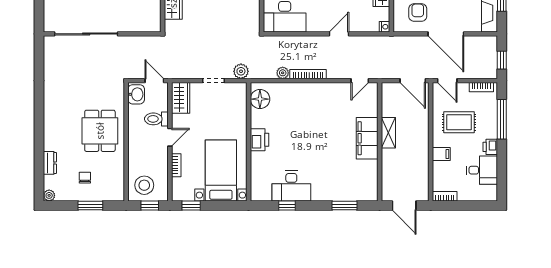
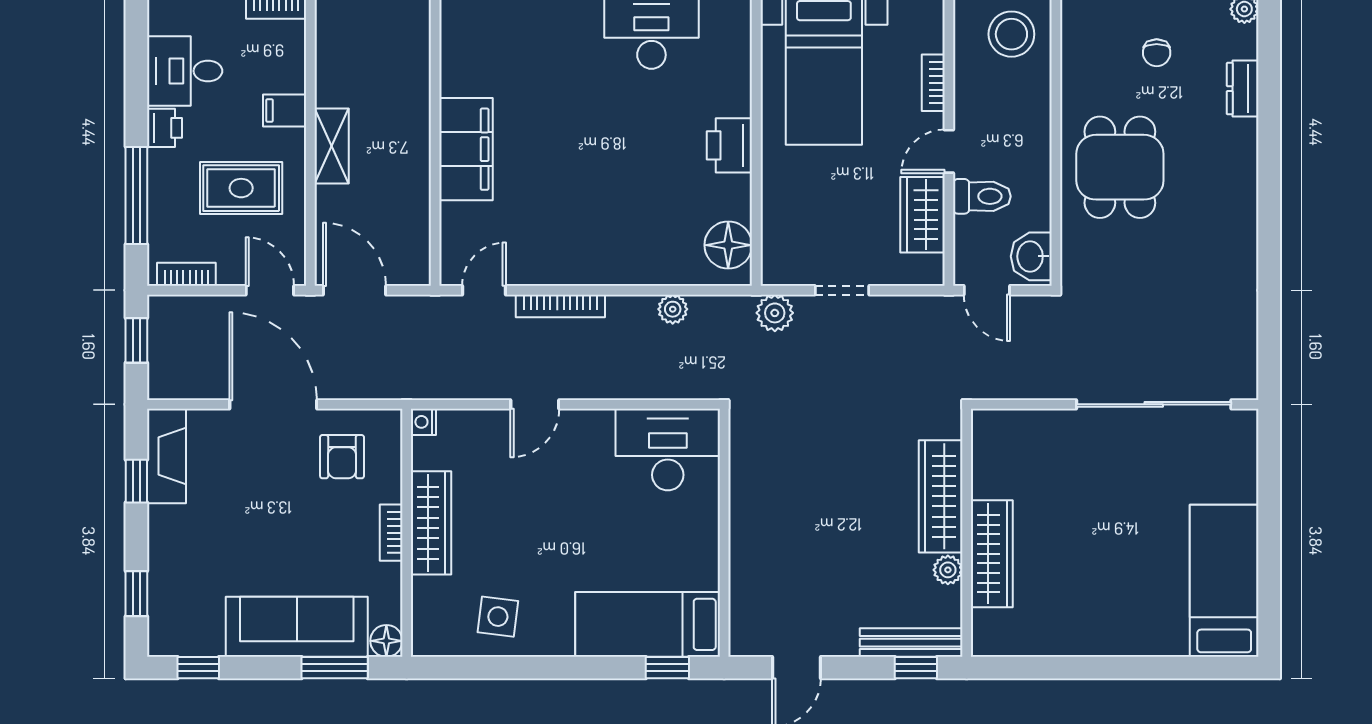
bookcase: (308, 74) -> (560, 306), moved
wardrobe: (181, 98) -> (923, 215), moved
shelving: (388, 133) -> (332, 146), moved

